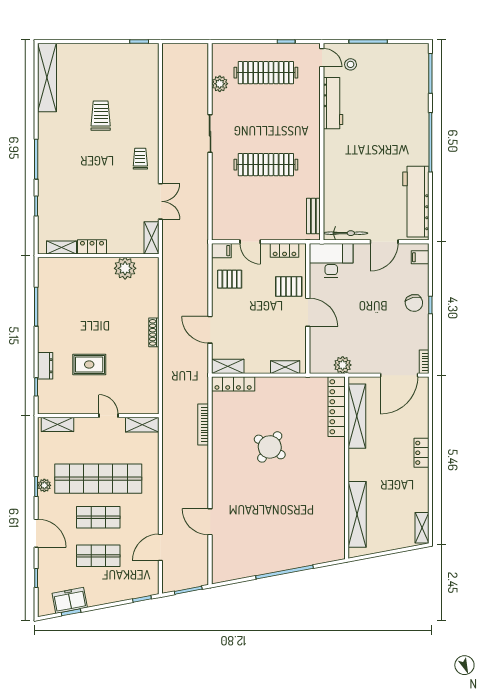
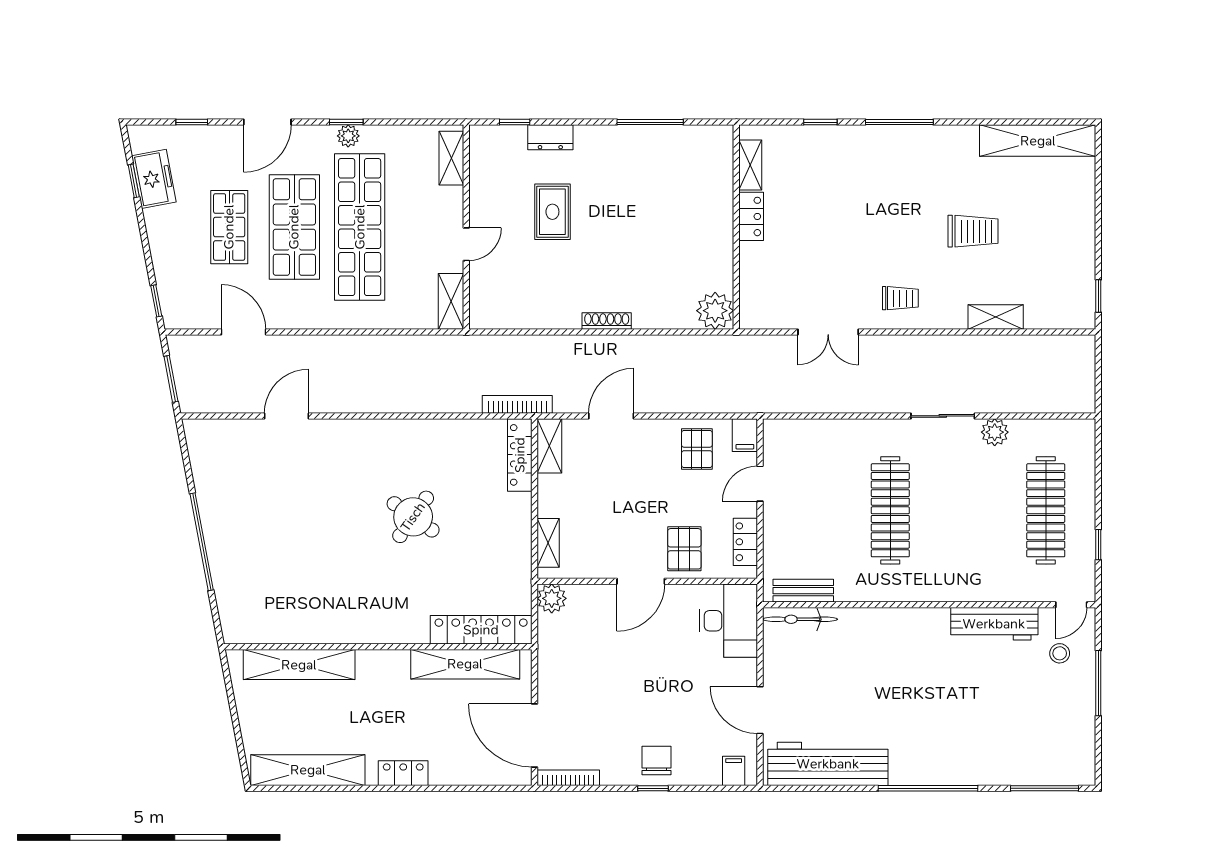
plant: (220, 84) -> (995, 432), moved
bicycle: (345, 233) -> (800, 619), moved, turned 90
shelving: (151, 238) -> (996, 317), moved
plant: (125, 268) -> (715, 311), moved
chair: (414, 303) -> (656, 761), turned 103
bookcase: (424, 362) -> (568, 778), width x1.56
plant: (343, 365) -> (552, 598), moved
bookcase: (203, 424) -> (517, 404), moved
shop shelf: (98, 517) -> (294, 227), width x1.43, depth x1.36
shelving: (422, 528) -> (308, 770), width x2.20, depth x1.33

